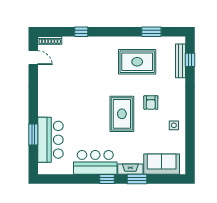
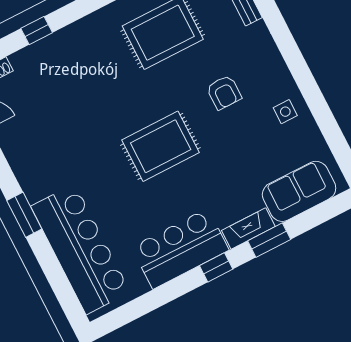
rug: (122, 114) -> (161, 146), moved, turned 90
window: (33, 135) -> (24, 215), moved
bar counter: (51, 140) -> (80, 249), width x1.36

